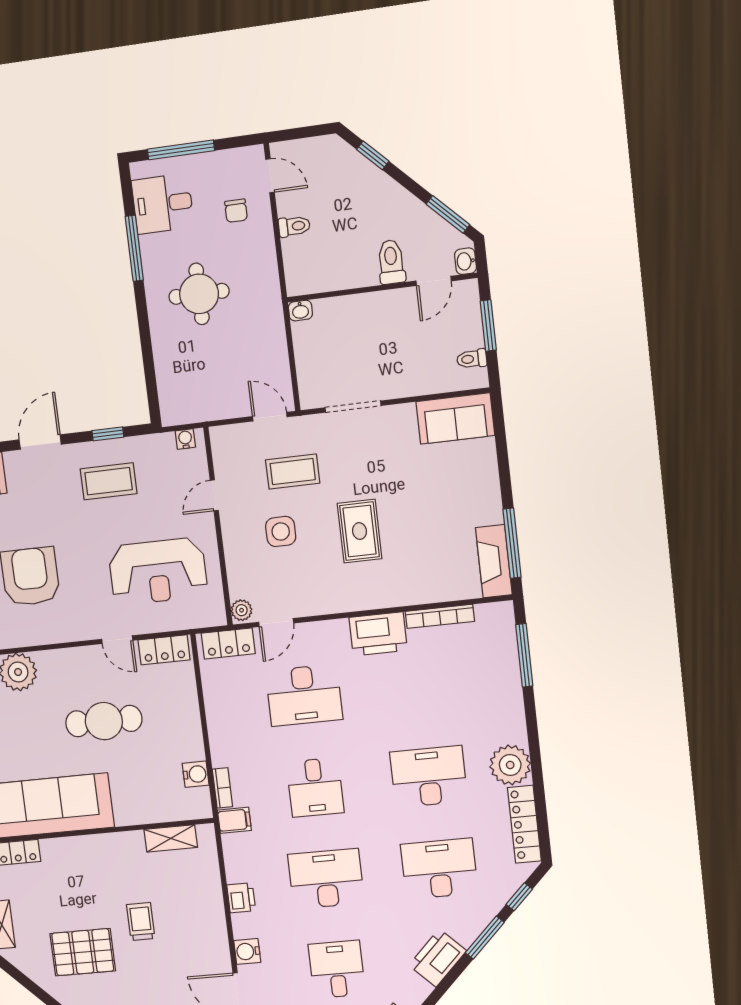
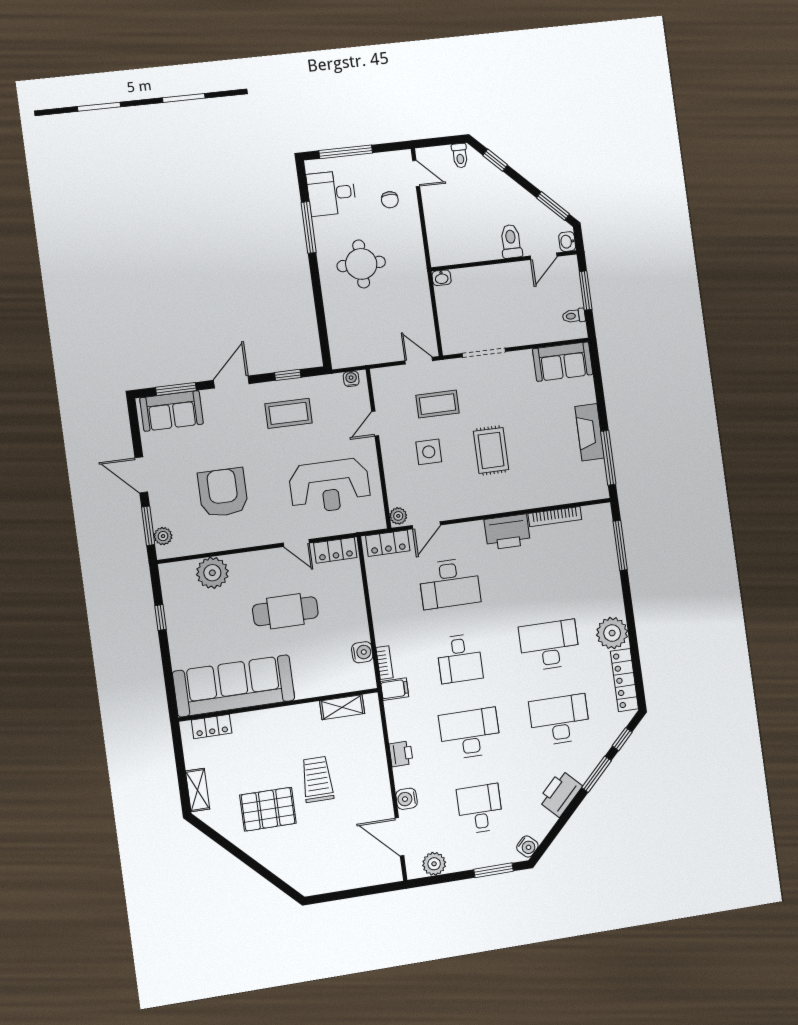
toilet: (294, 226) -> (460, 156), moved, turned 90
fireplace: (494, 561) -> (590, 432), moved
trolley: (141, 921) -> (317, 779), width x1.36, depth x1.39

